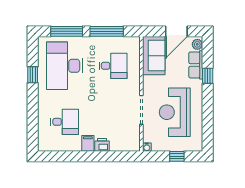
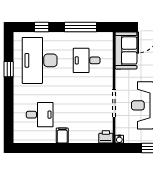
window: (67, 31) -> (42, 27), width x0.46
desk: (113, 66) -> (87, 60), turned 180
printer: (102, 145) -> (106, 137), moved

